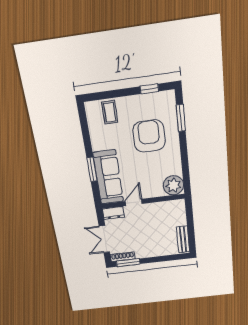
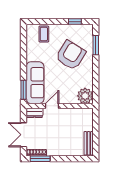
armchair: (149, 136) -> (71, 55), turned 32
window: (92, 169) -> (23, 90), moved

